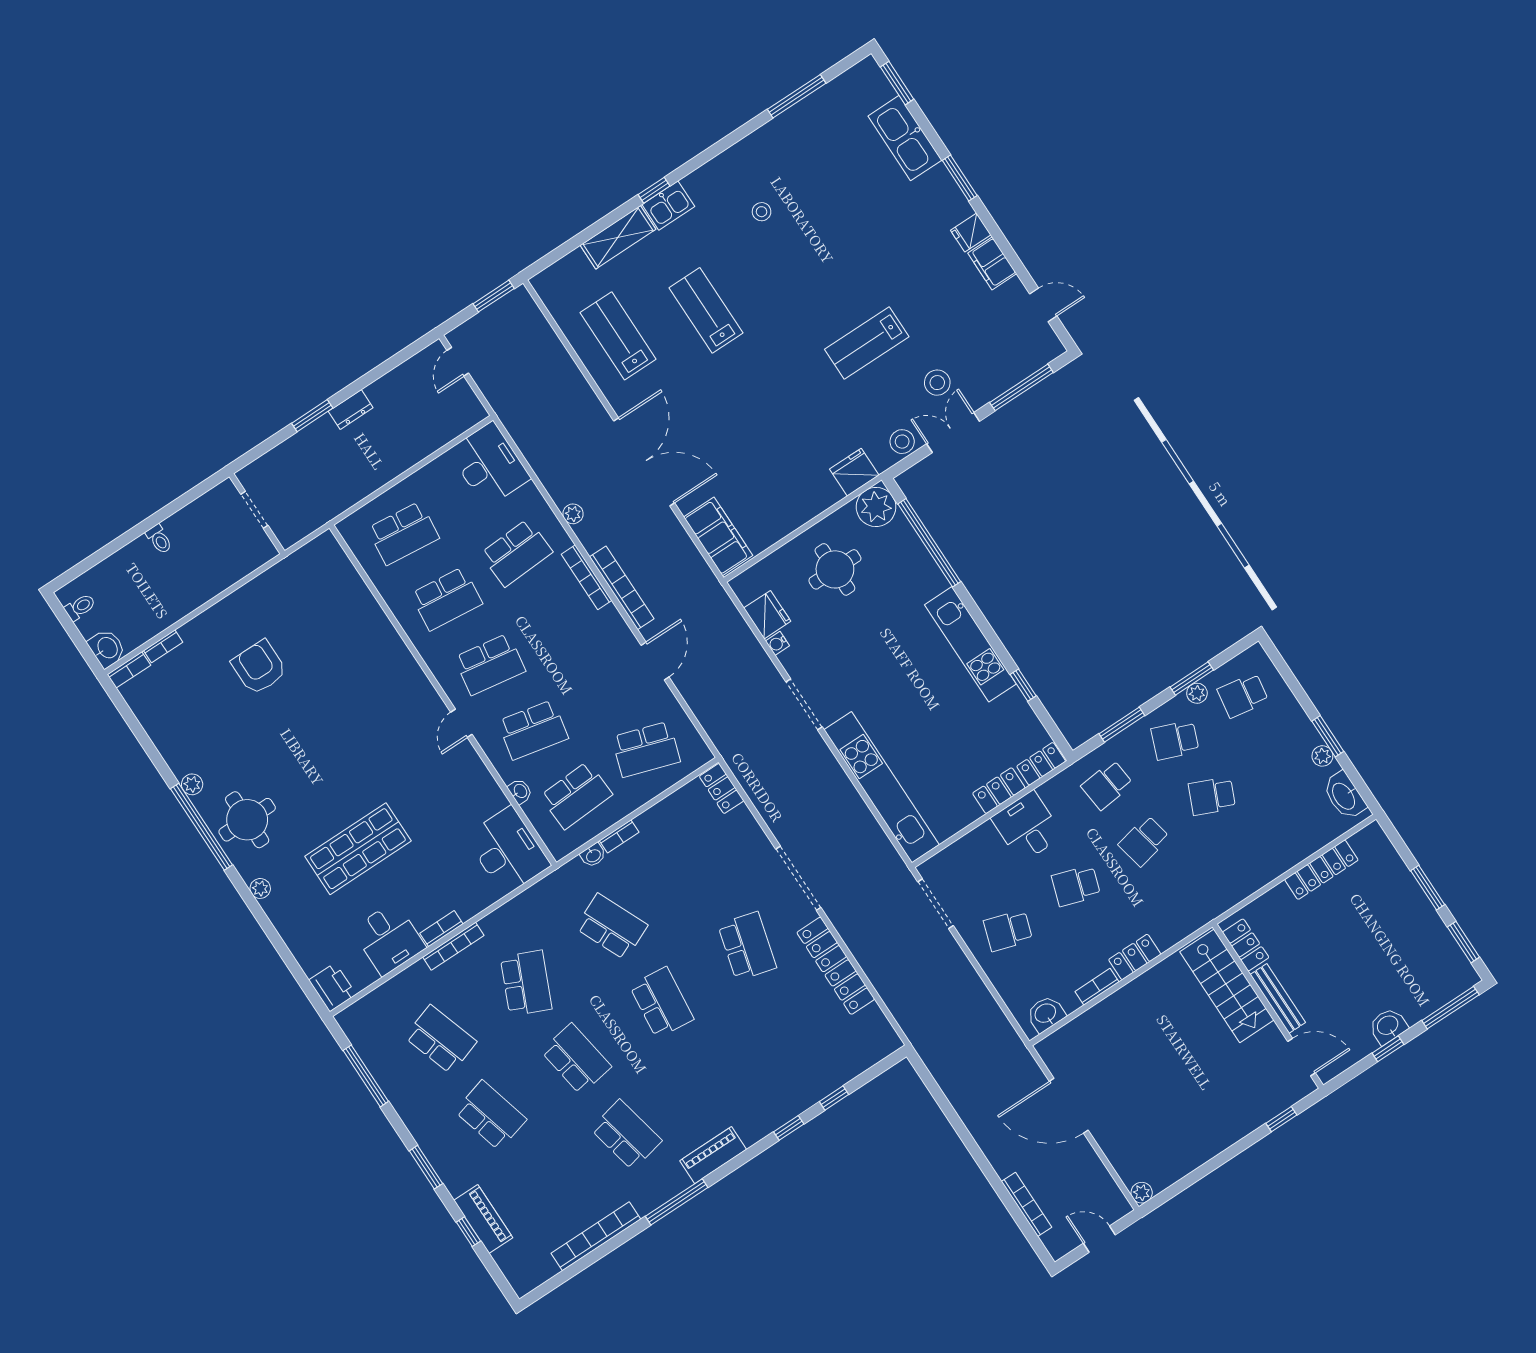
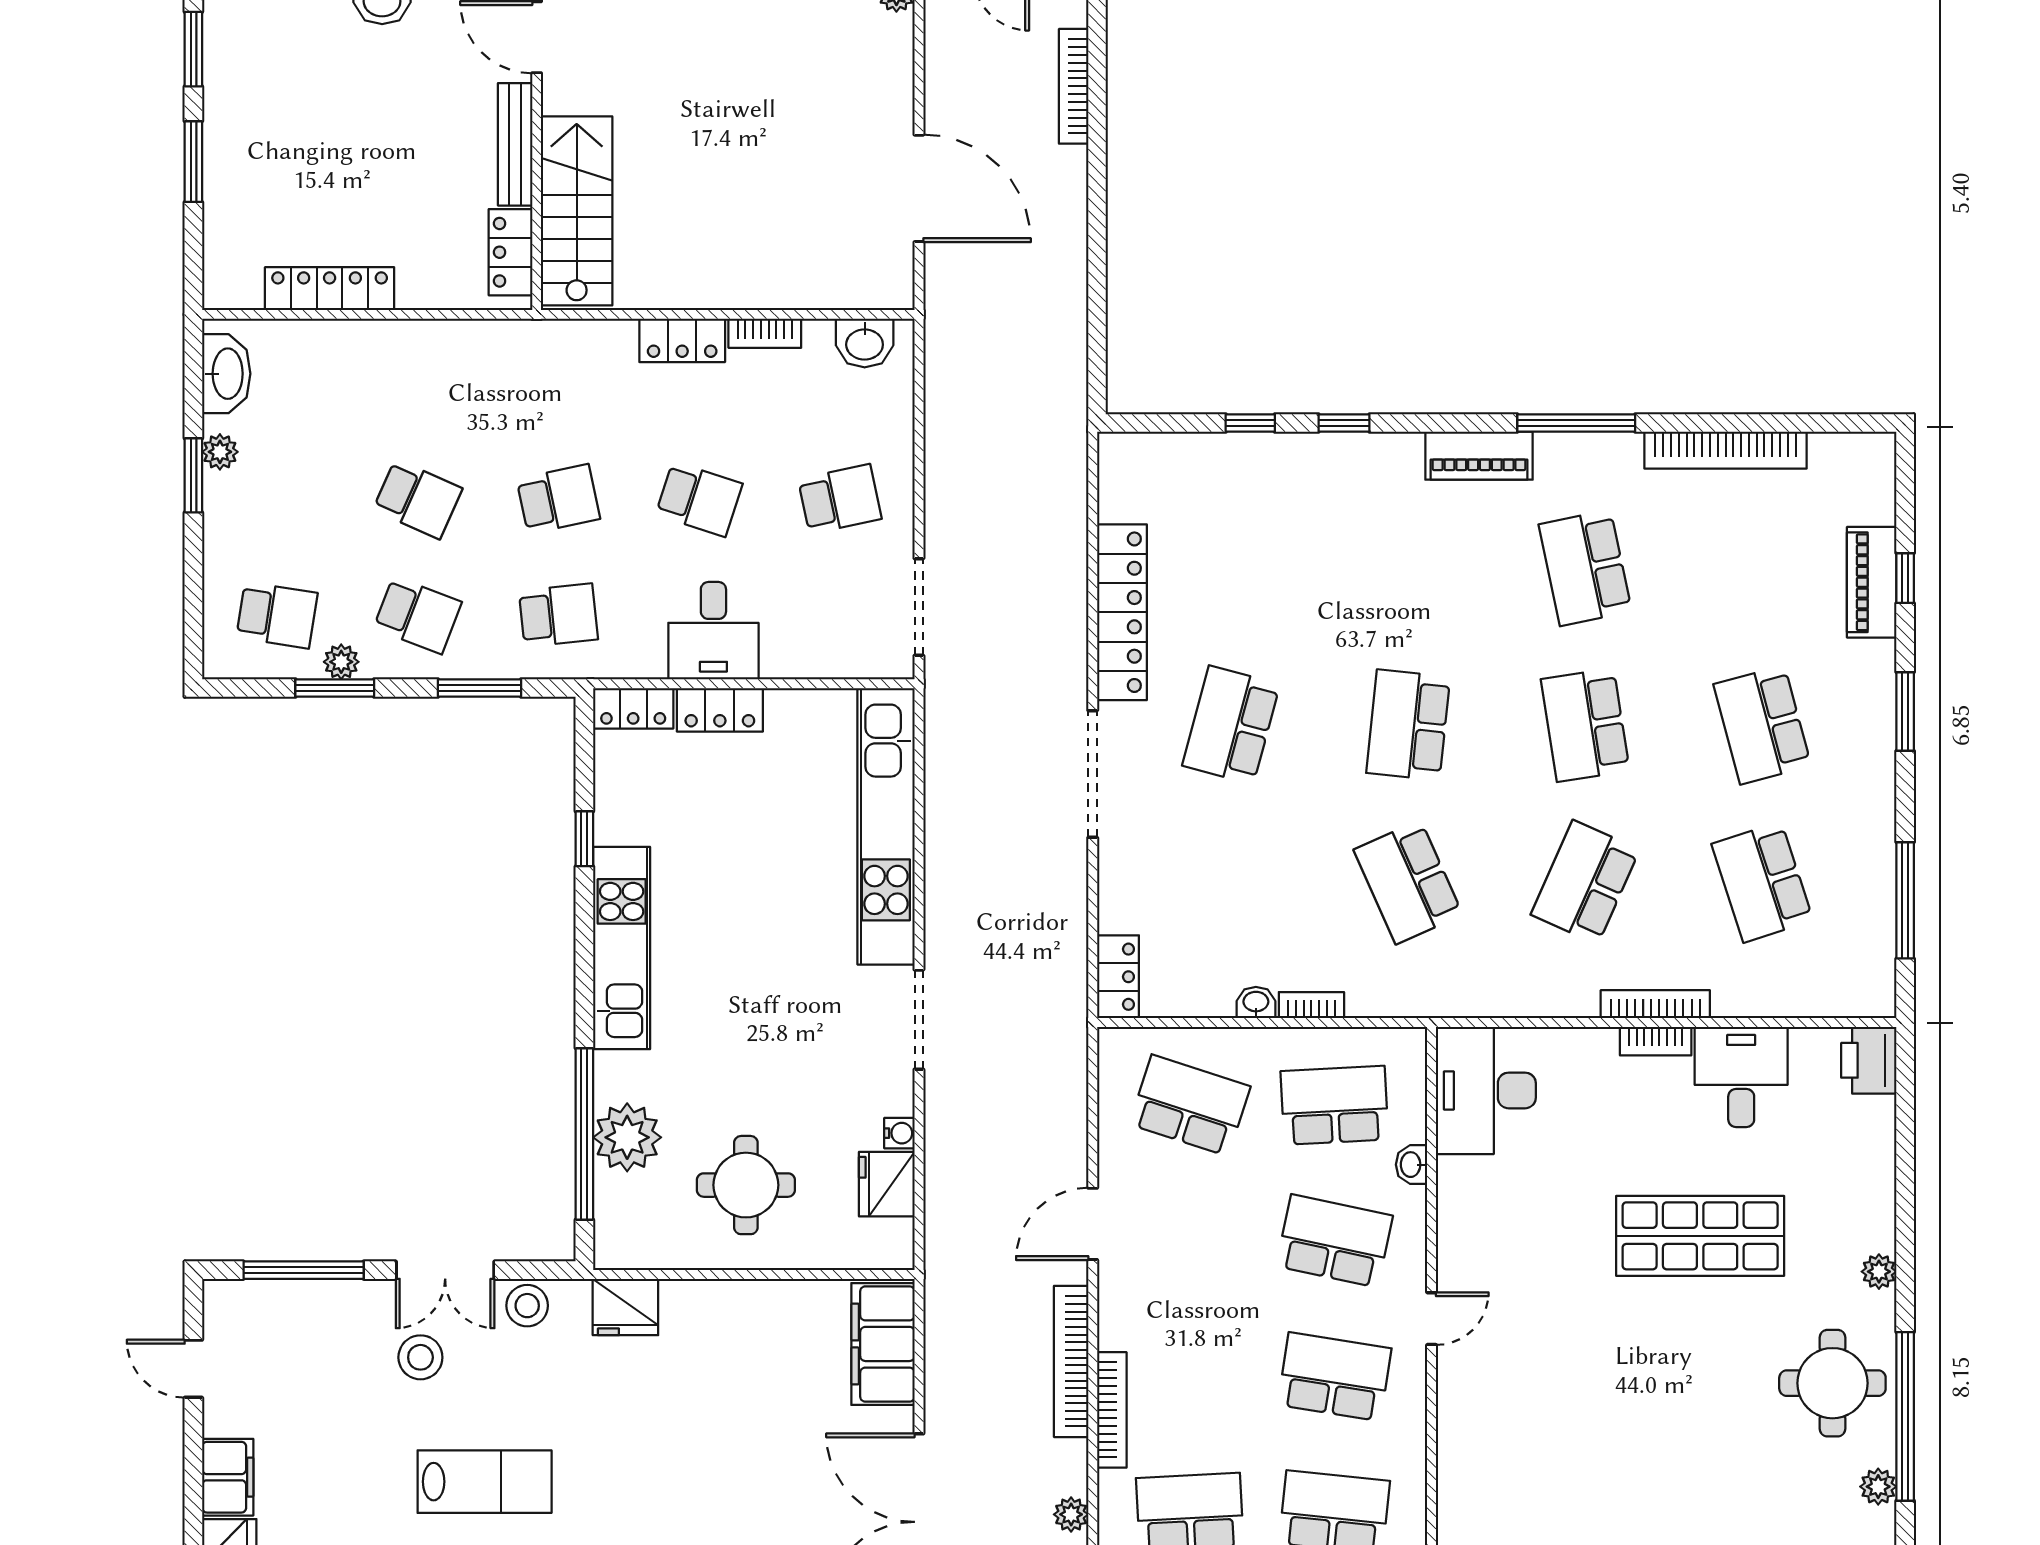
plant: (876, 507) -> (627, 1137), moved
washbasin: (593, 855) -> (1256, 1002), moved
school desk: (1008, 931) -> (840, 499), turned -30

